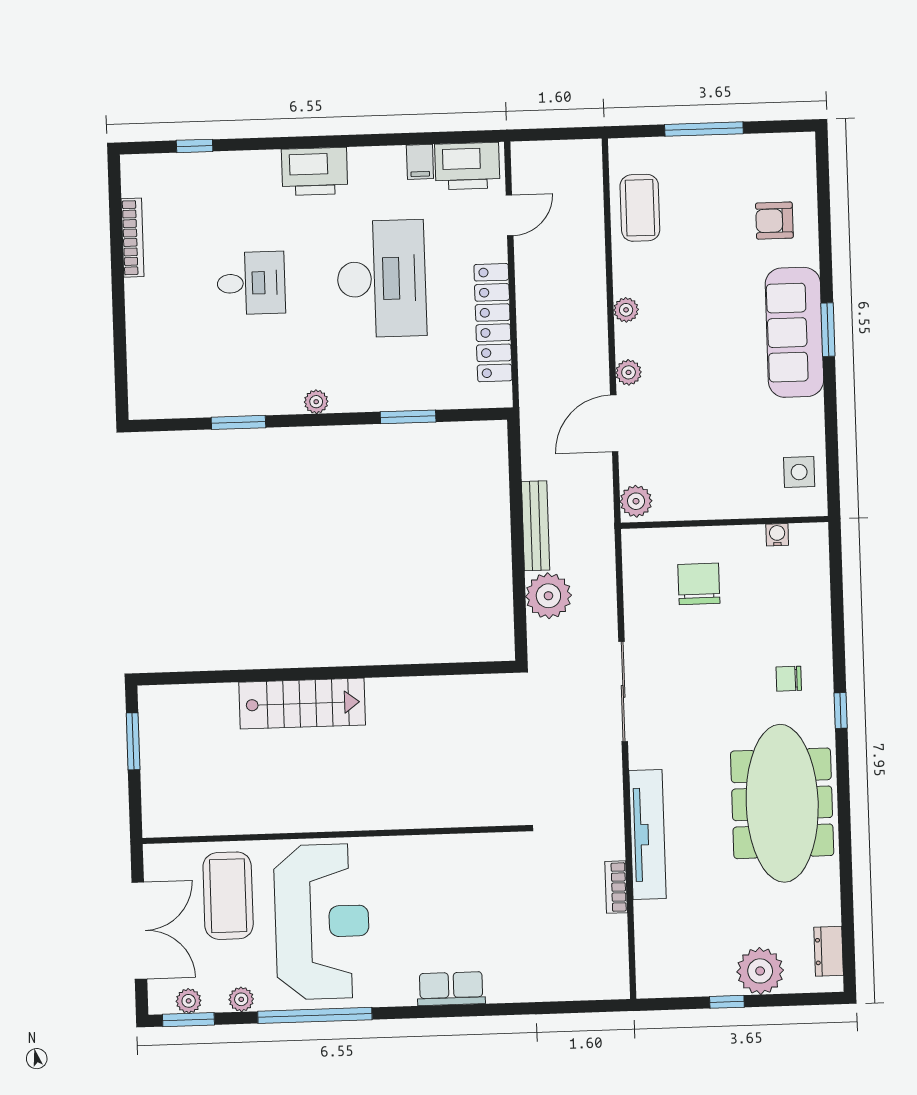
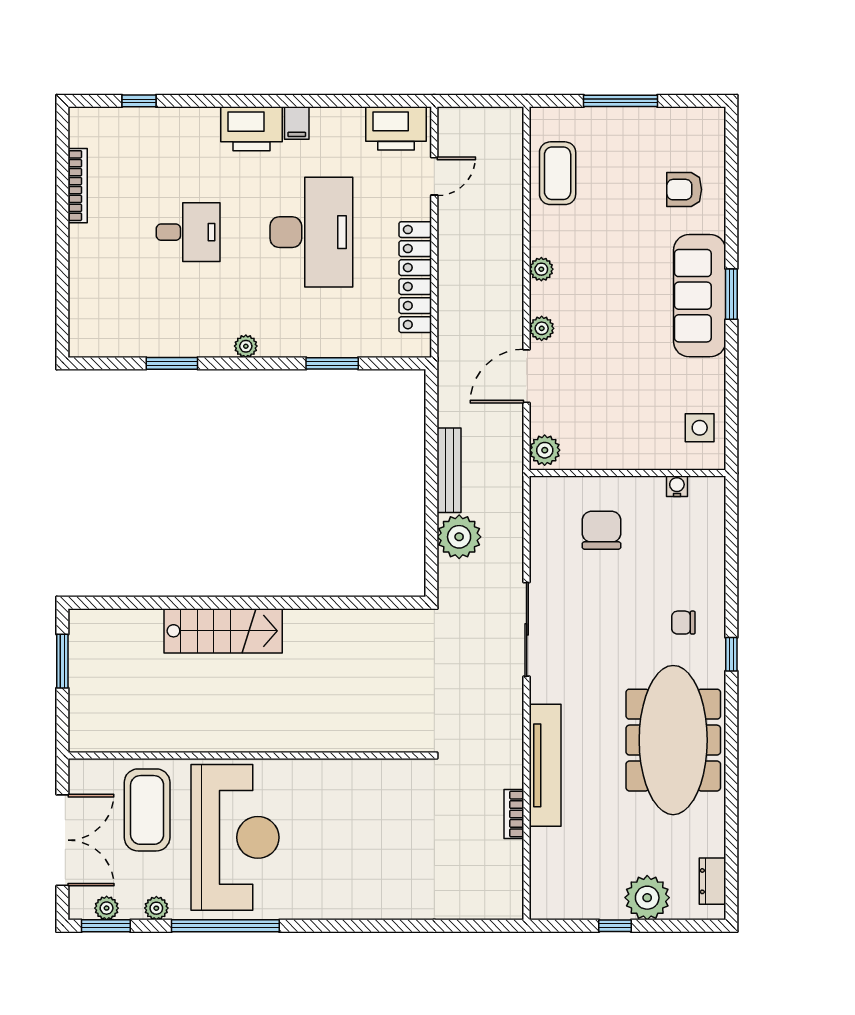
filing cabinet: (420, 162) -> (297, 123), moved
row of seats: (451, 989) -> (355, 905), removed

